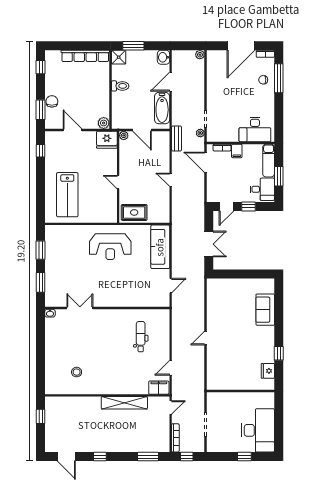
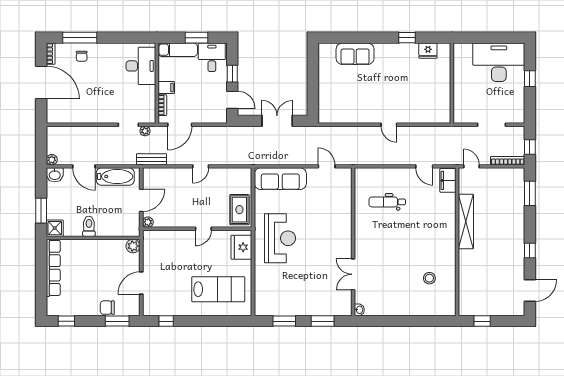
plant: (200, 55) -> (52, 160), moved
fridge: (107, 140) -> (241, 247), moved, turned 180

